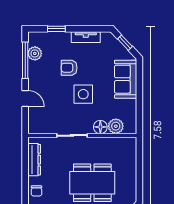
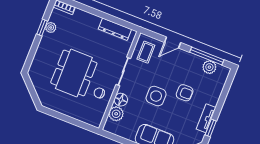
window: (56, 29) -> (211, 128), moved
armchair: (69, 68) -> (185, 93), turned 90
coffee table: (45, 121) -> (146, 52), added
chair: (36, 191) -> (99, 93), moved

